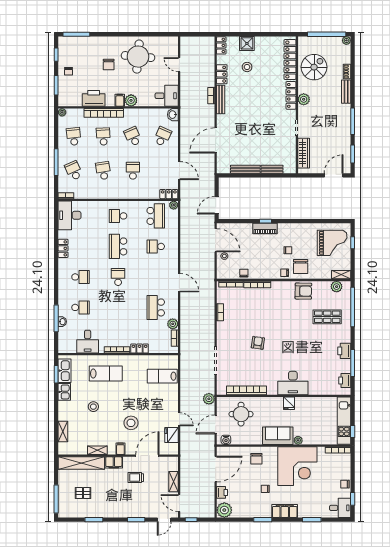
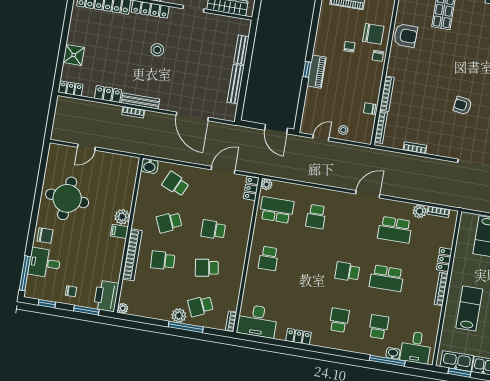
chair: (109, 64) -> (45, 236), moved
stool: (247, 67) -> (157, 50), moved
desk: (167, 96) -> (45, 263), moved, turned -90
printer: (94, 98) -> (106, 296), moved
school desk: (74, 136) -> (156, 299), removed
plant: (64, 156) -> (179, 316), added
door: (216, 240) -> (321, 138), width x0.53
school desk: (118, 246) -> (387, 278), moved
armchair: (303, 291) -> (406, 36), turned 90
desk: (88, 342) -> (416, 347), moved, turned 90

